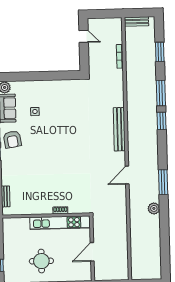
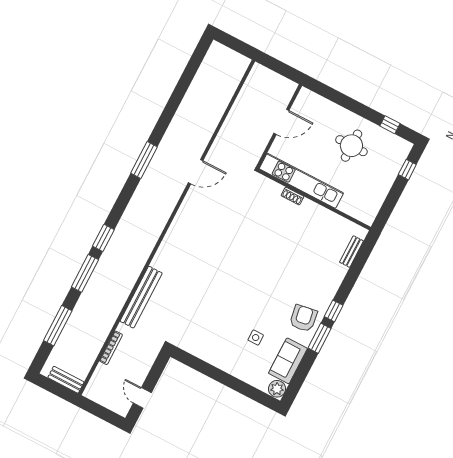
window: (160, 52) -> (58, 326), width x1.44
bench: (119, 129) -> (141, 297), moved
door: (127, 175) -> (196, 172), moved
plant: (154, 208) -> (174, 133), removed

